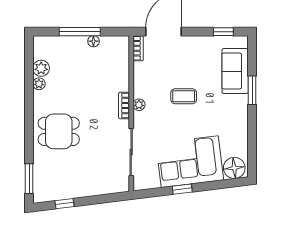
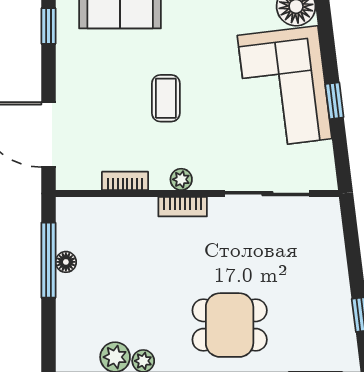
window: (80, 32) -> (48, 260), moved
bookcase: (138, 48) -> (125, 181), moved
dining table: (59, 131) -> (230, 325), turned 90

